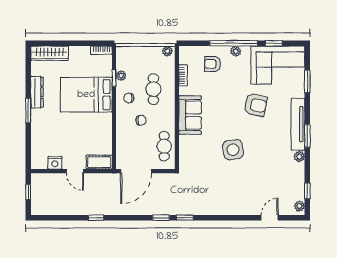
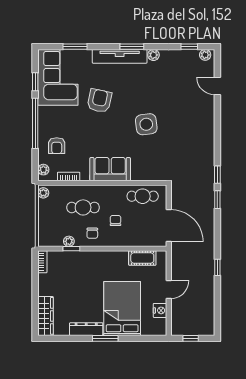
plant: (236, 51) -> (43, 170), moved
bed: (86, 95) -> (122, 309), moved, turned 180
cot: (99, 162) -> (142, 258), moved, turned 90

